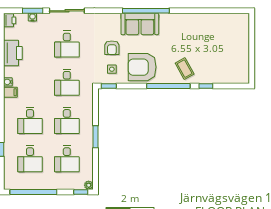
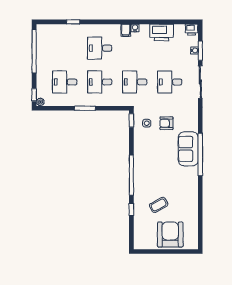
armchair: (142, 67) -> (170, 235), moved
coffee table: (185, 69) -> (159, 205), moved
desk: (30, 159) -> (65, 48), removed

